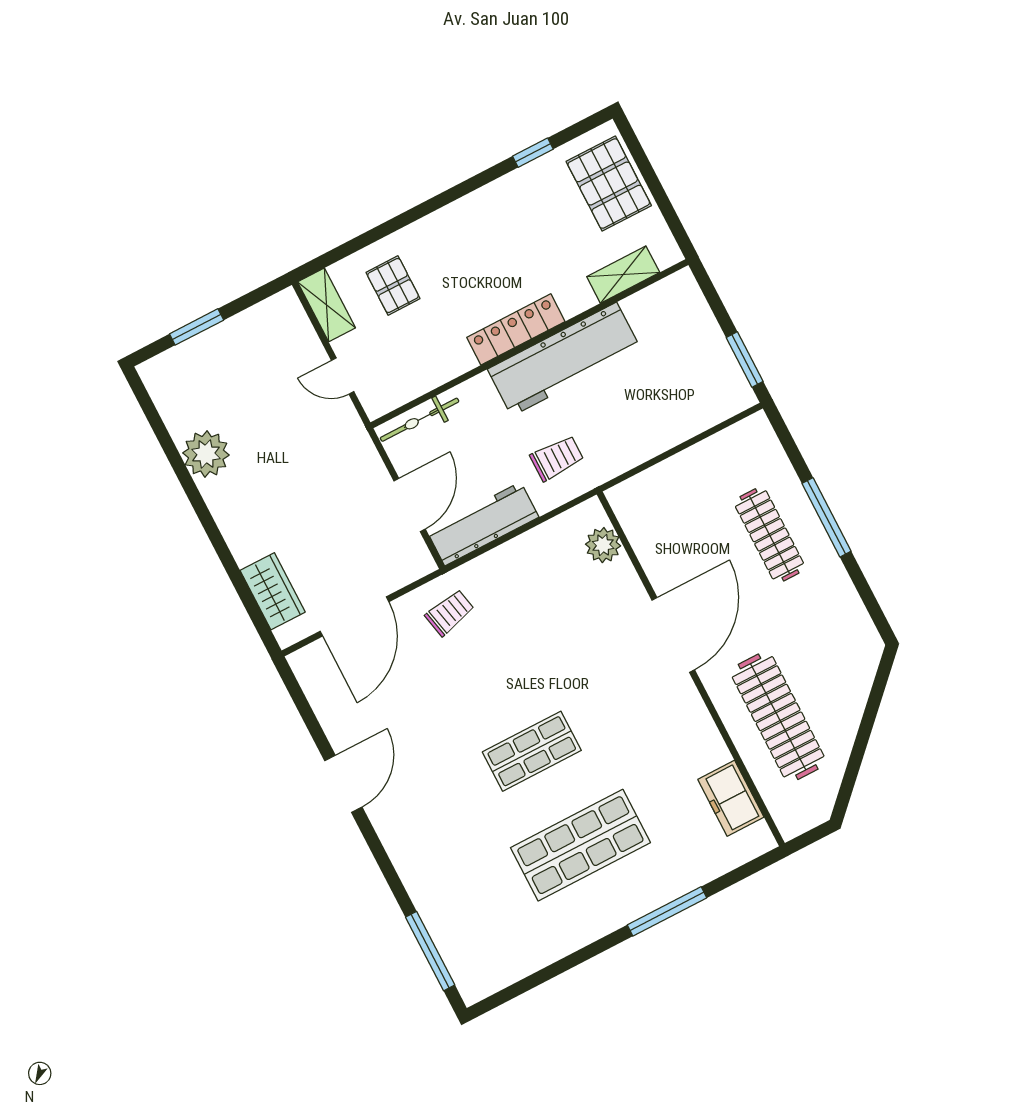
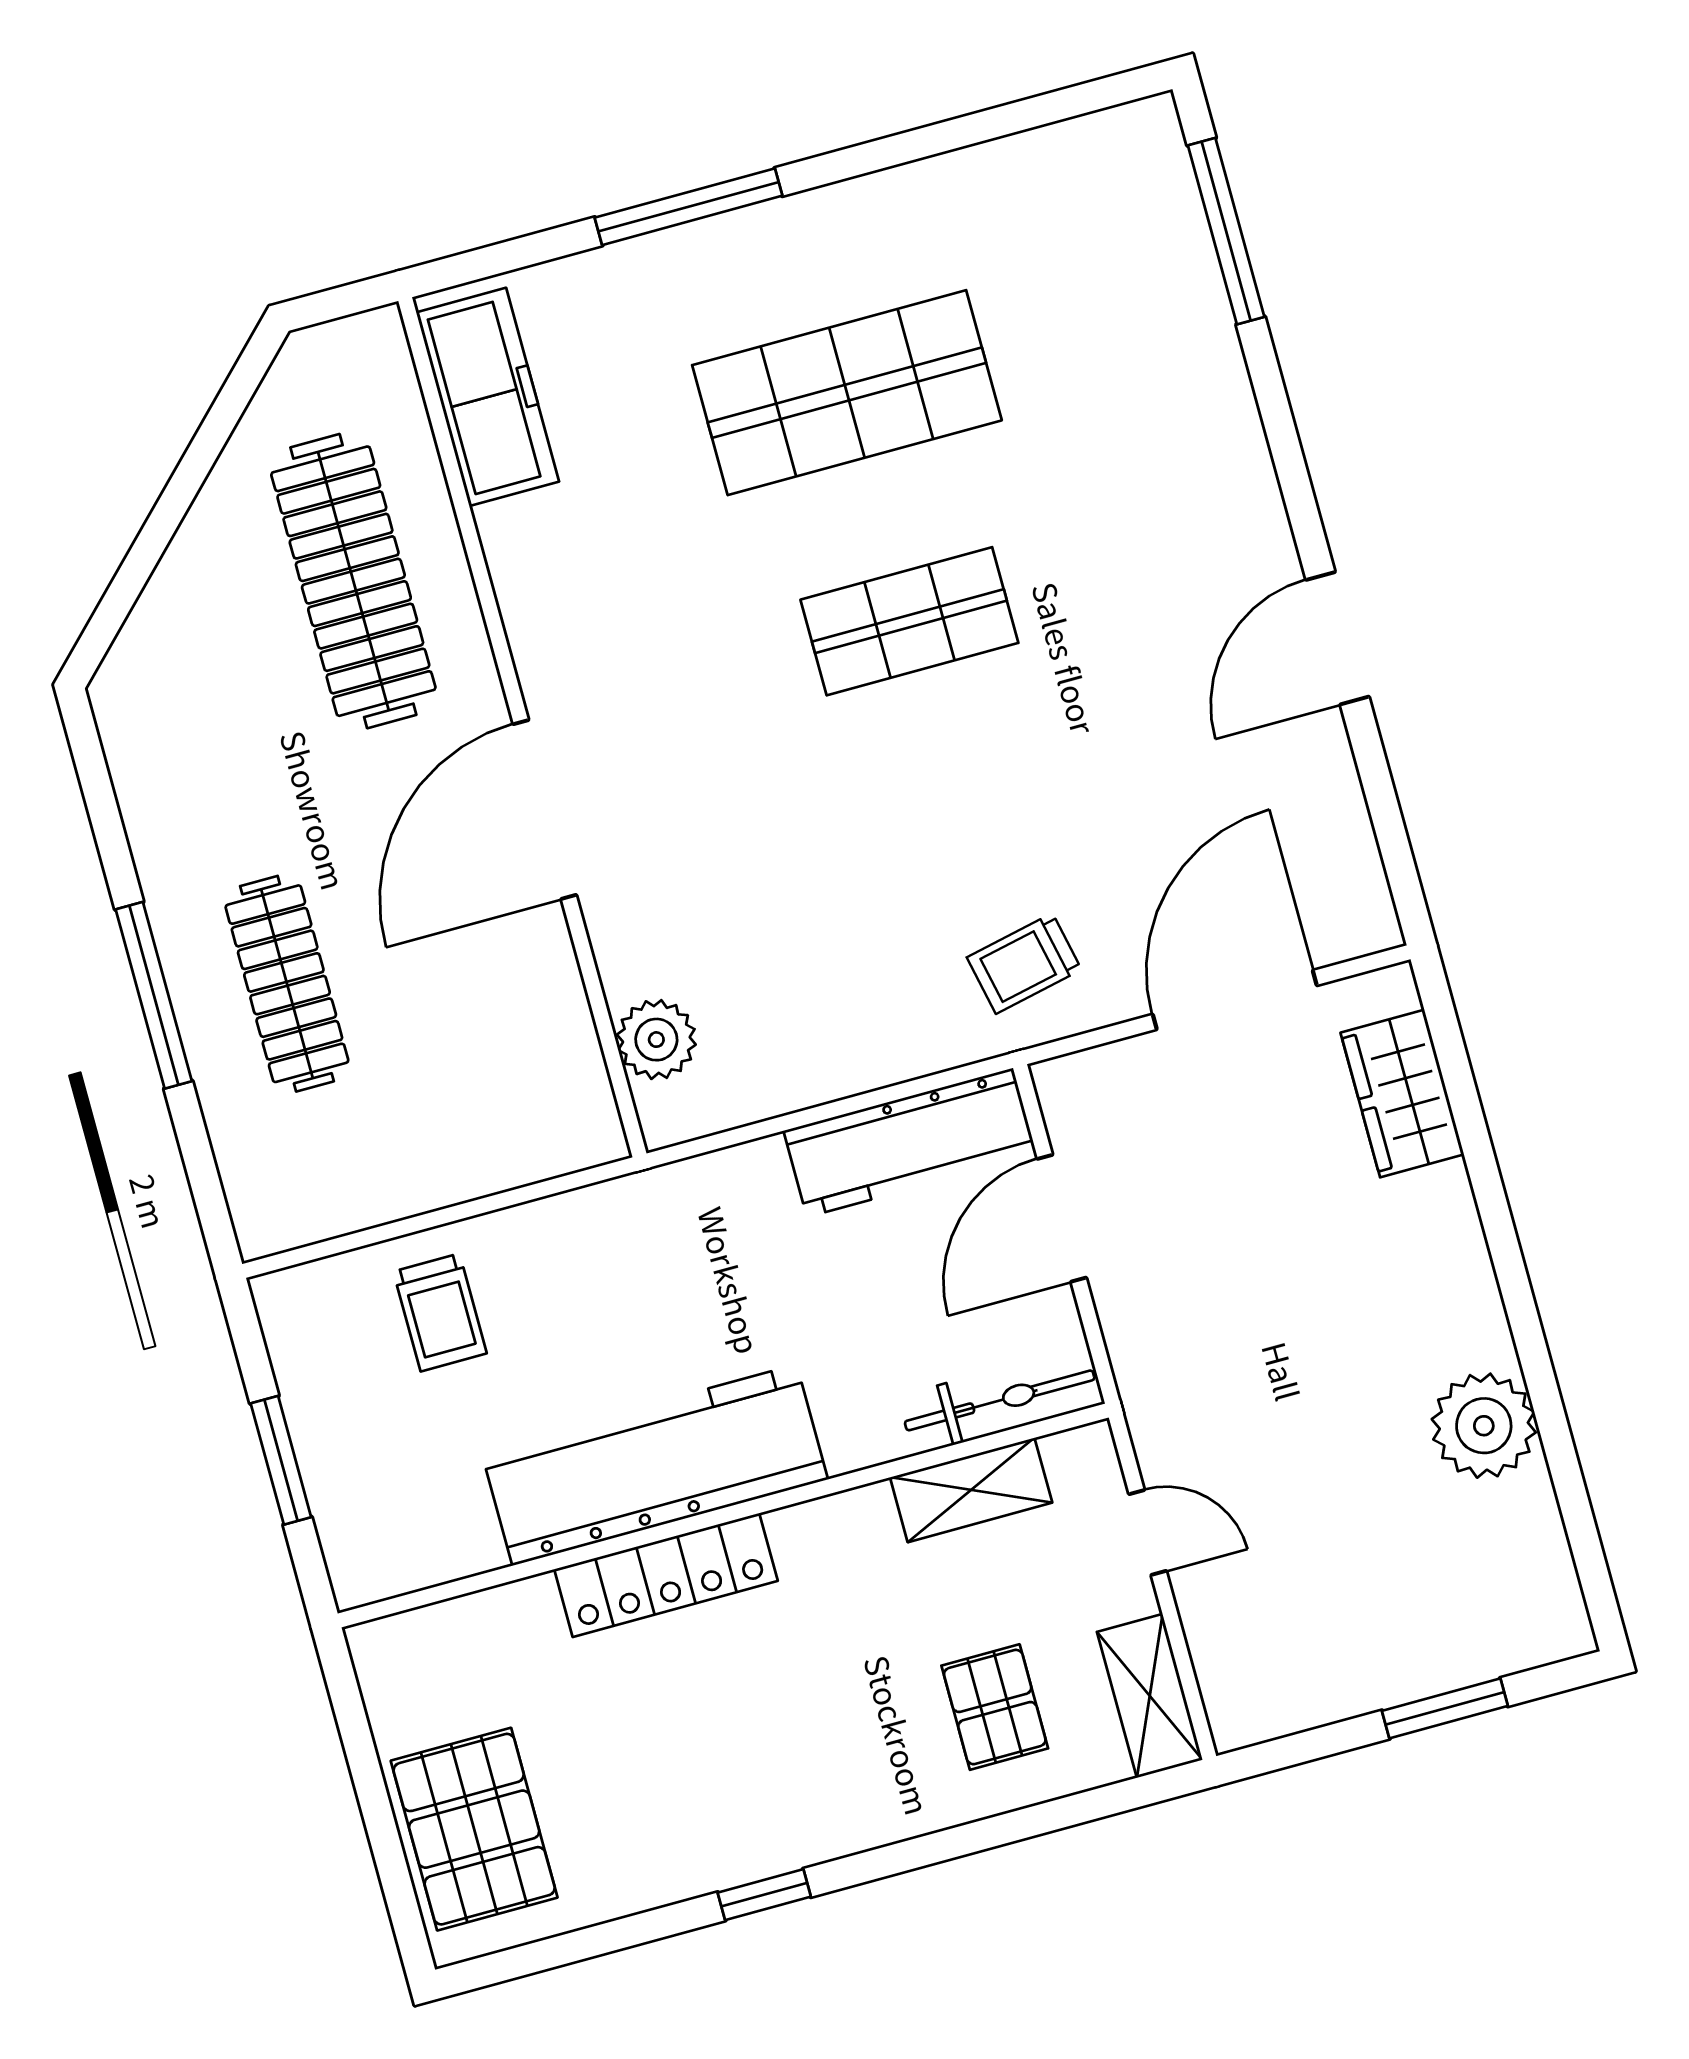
window: (533, 153) -> (764, 1895), moved
shelving: (623, 275) -> (971, 1490), moved
locker: (516, 329) -> (666, 1575), moved
window: (745, 359) -> (281, 1460), moved
trolley: (557, 458) -> (440, 1312), moved, turned -90
freezer: (731, 798) -> (488, 397), width x1.40

